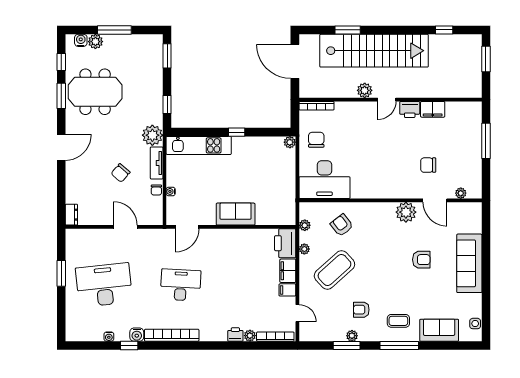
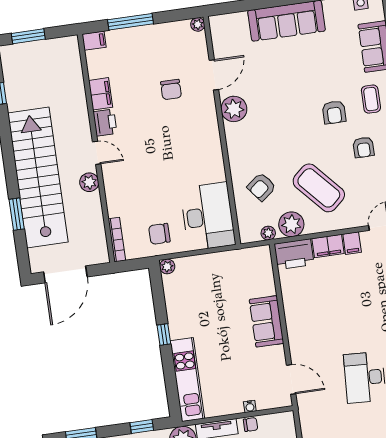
filing cabinet: (475, 110) -> (94, 41), added
plant: (461, 193) -> (198, 24), moved
plant: (304, 249) -> (291, 224), width x1.88, depth x1.88
armchair: (421, 260) -> (334, 112), moved, turned 180

